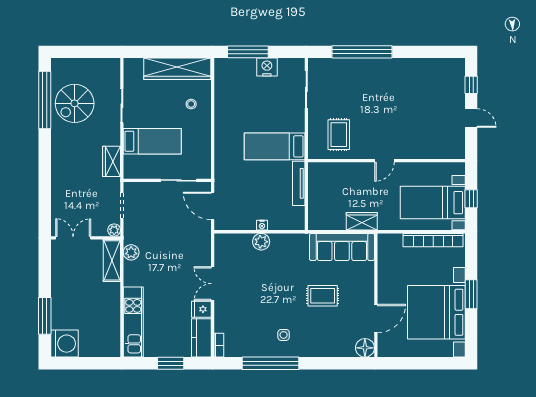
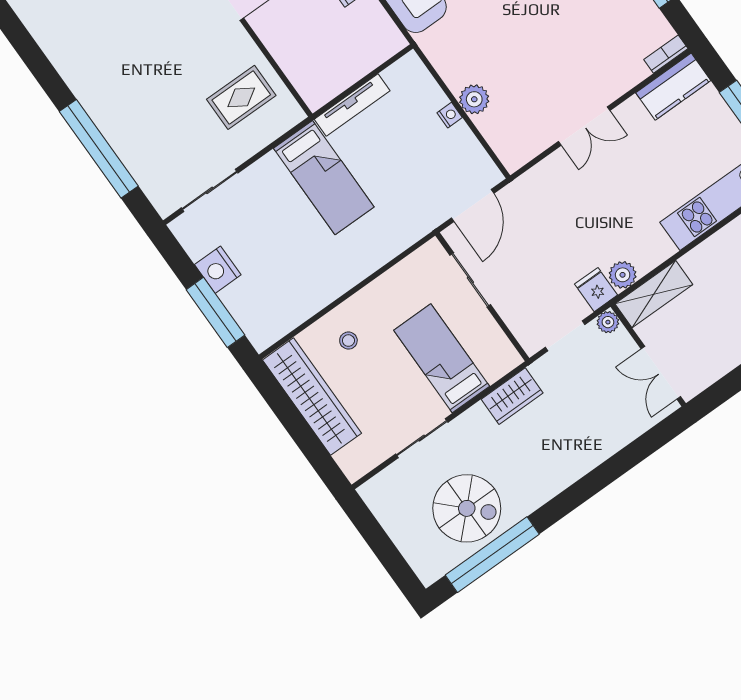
fridge: (201, 309) -> (596, 290), moved, turned 180

